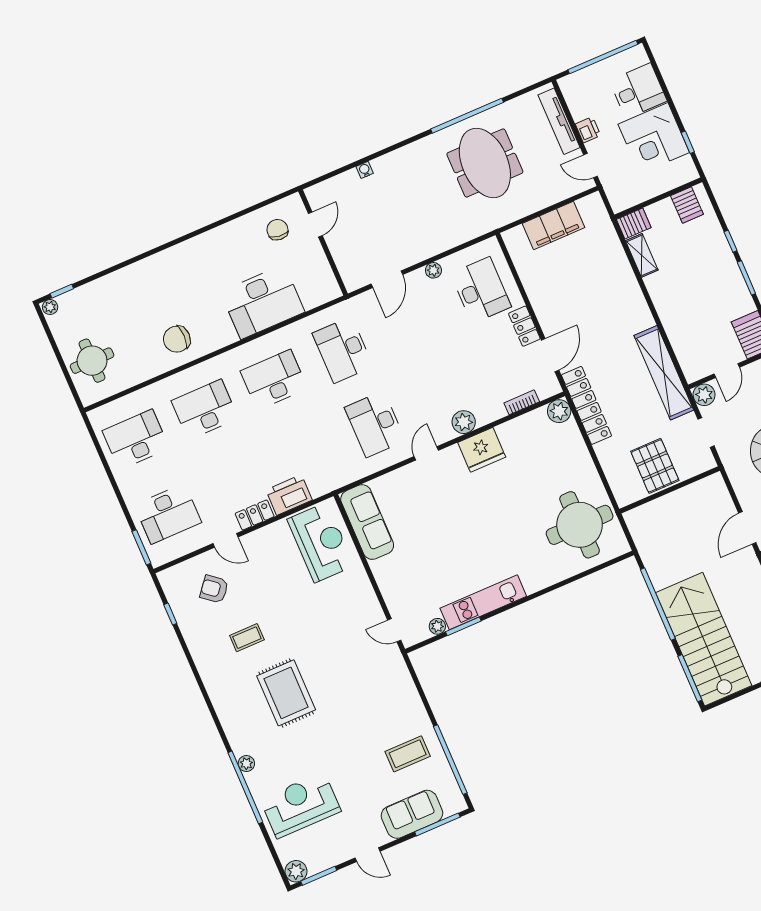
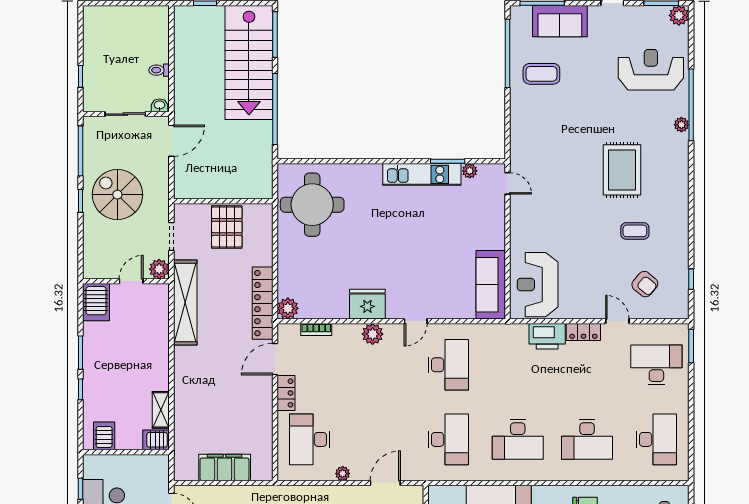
desk: (136, 439) -> (656, 439), turned -90
reception desk: (300, 805) -> (651, 70), turned 180

